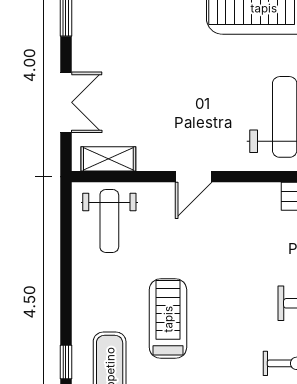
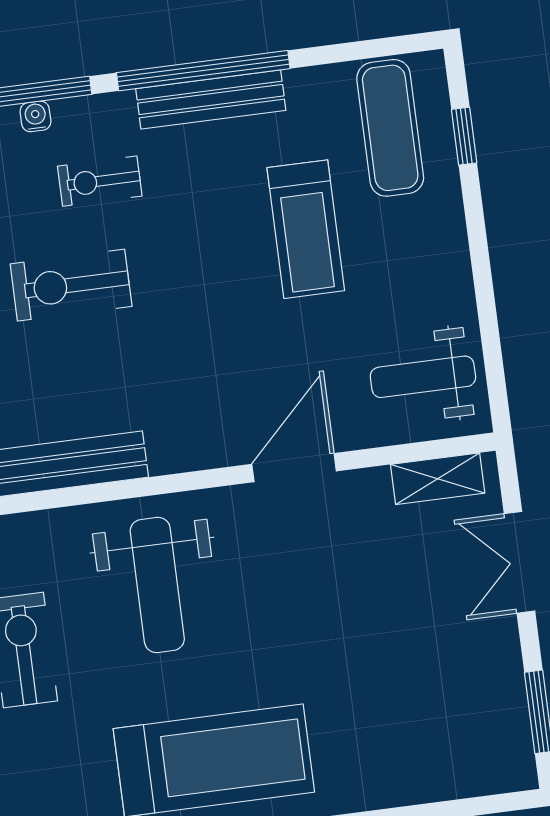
door: (194, 177) -> (294, 468), width x1.38
weight bench: (109, 221) -> (423, 377), turned -90

